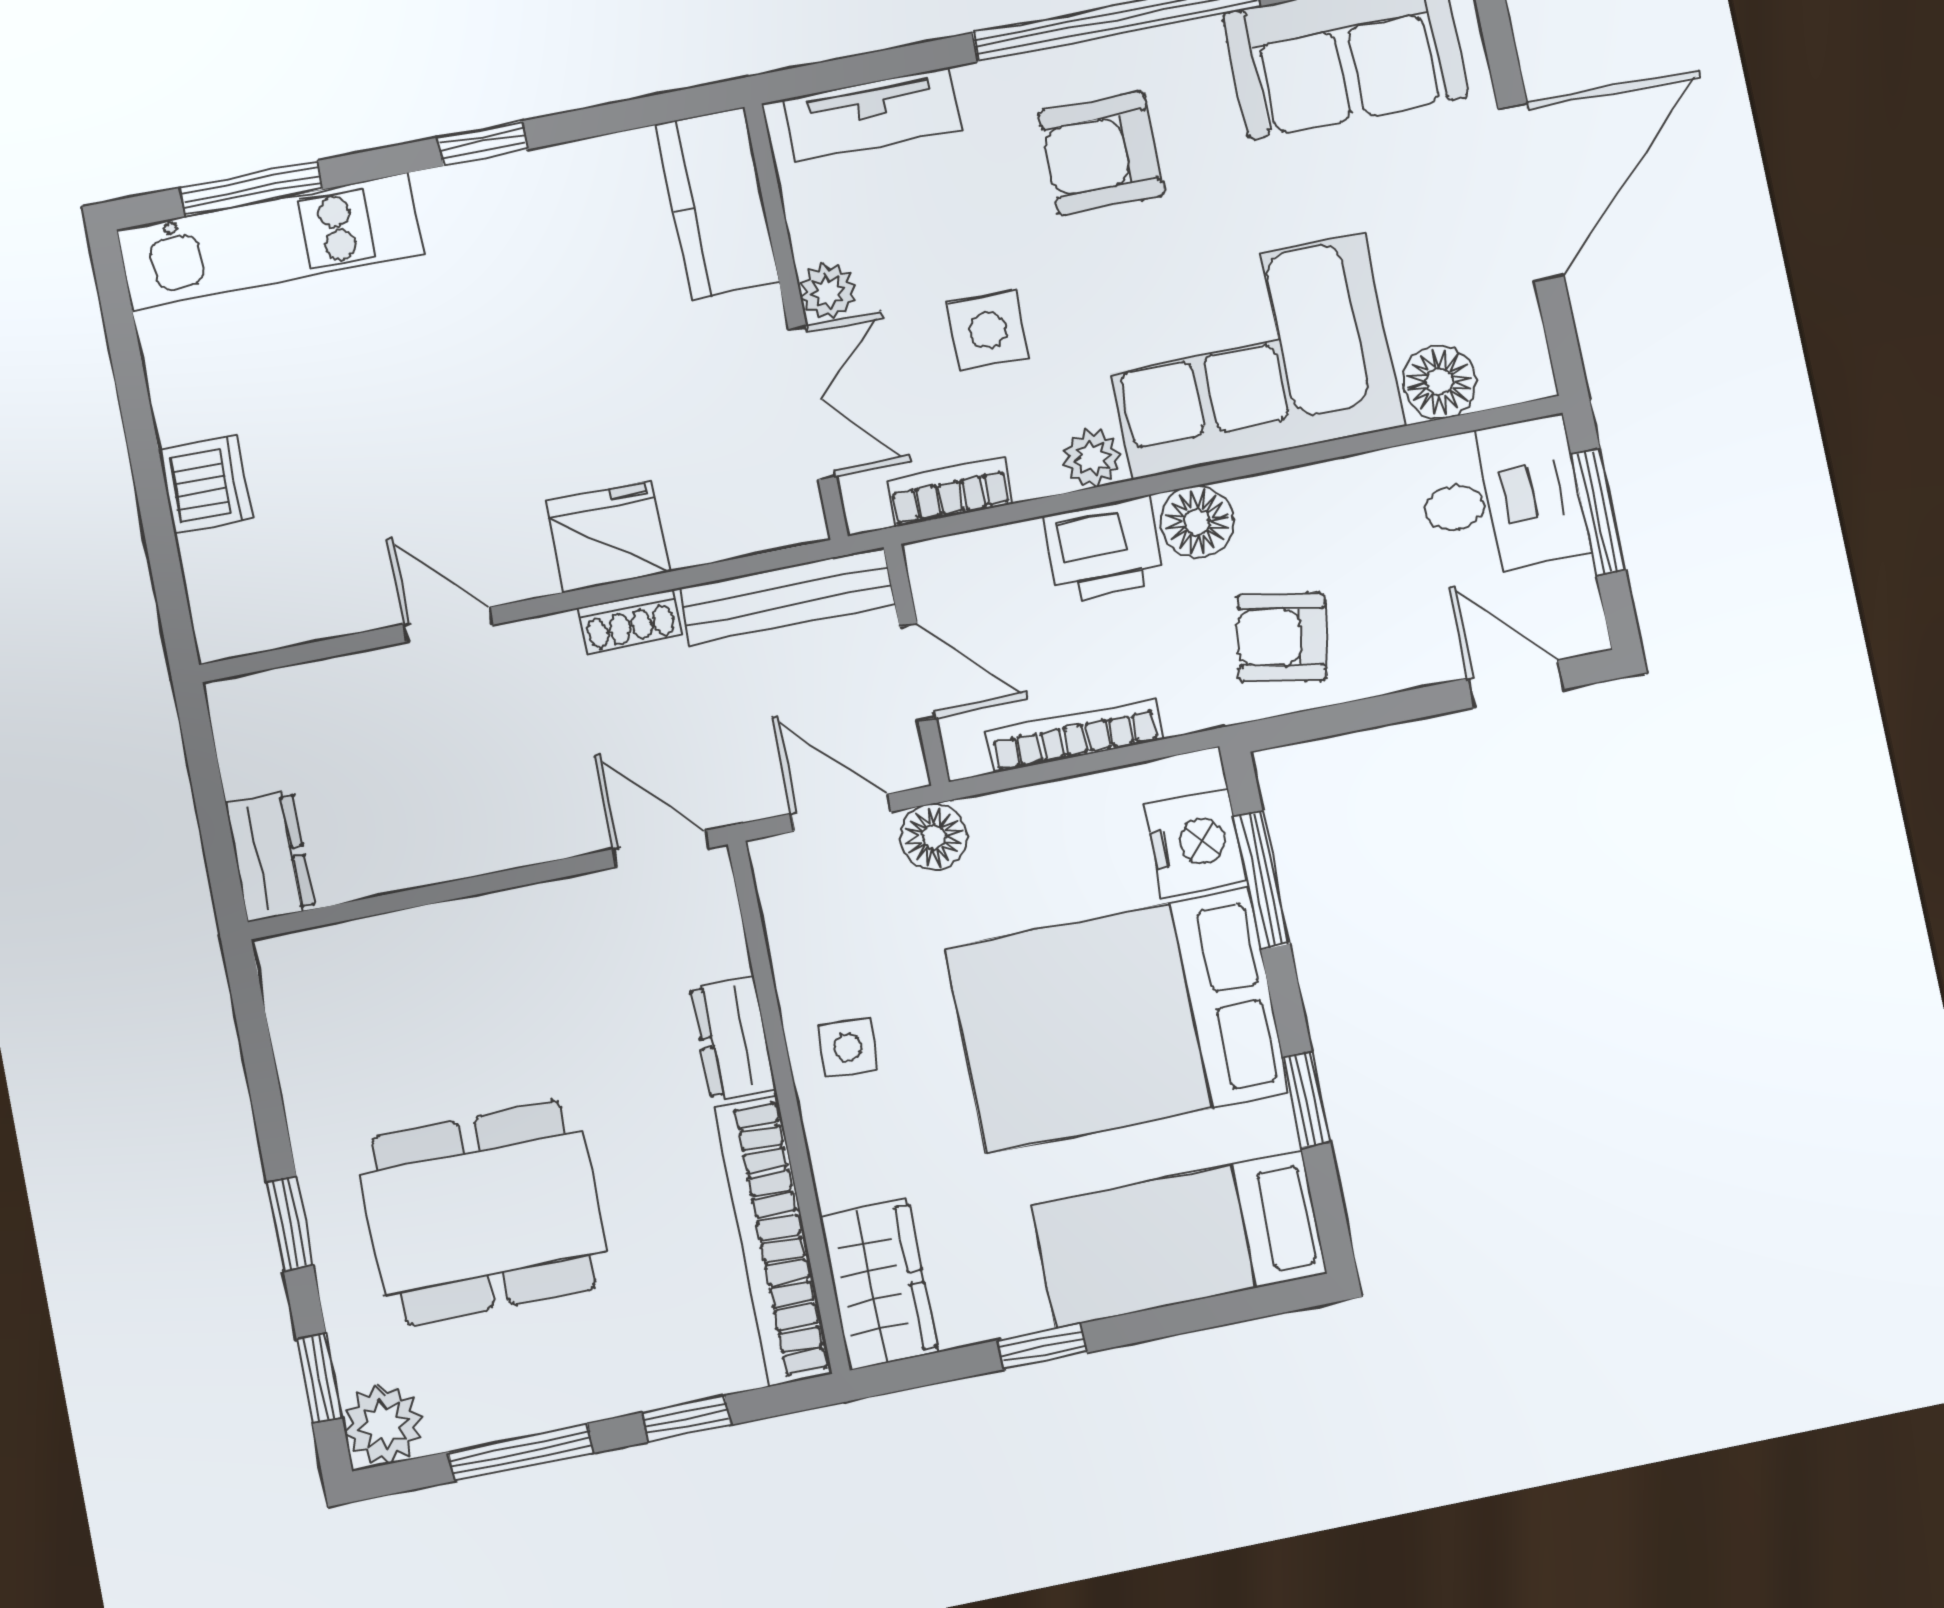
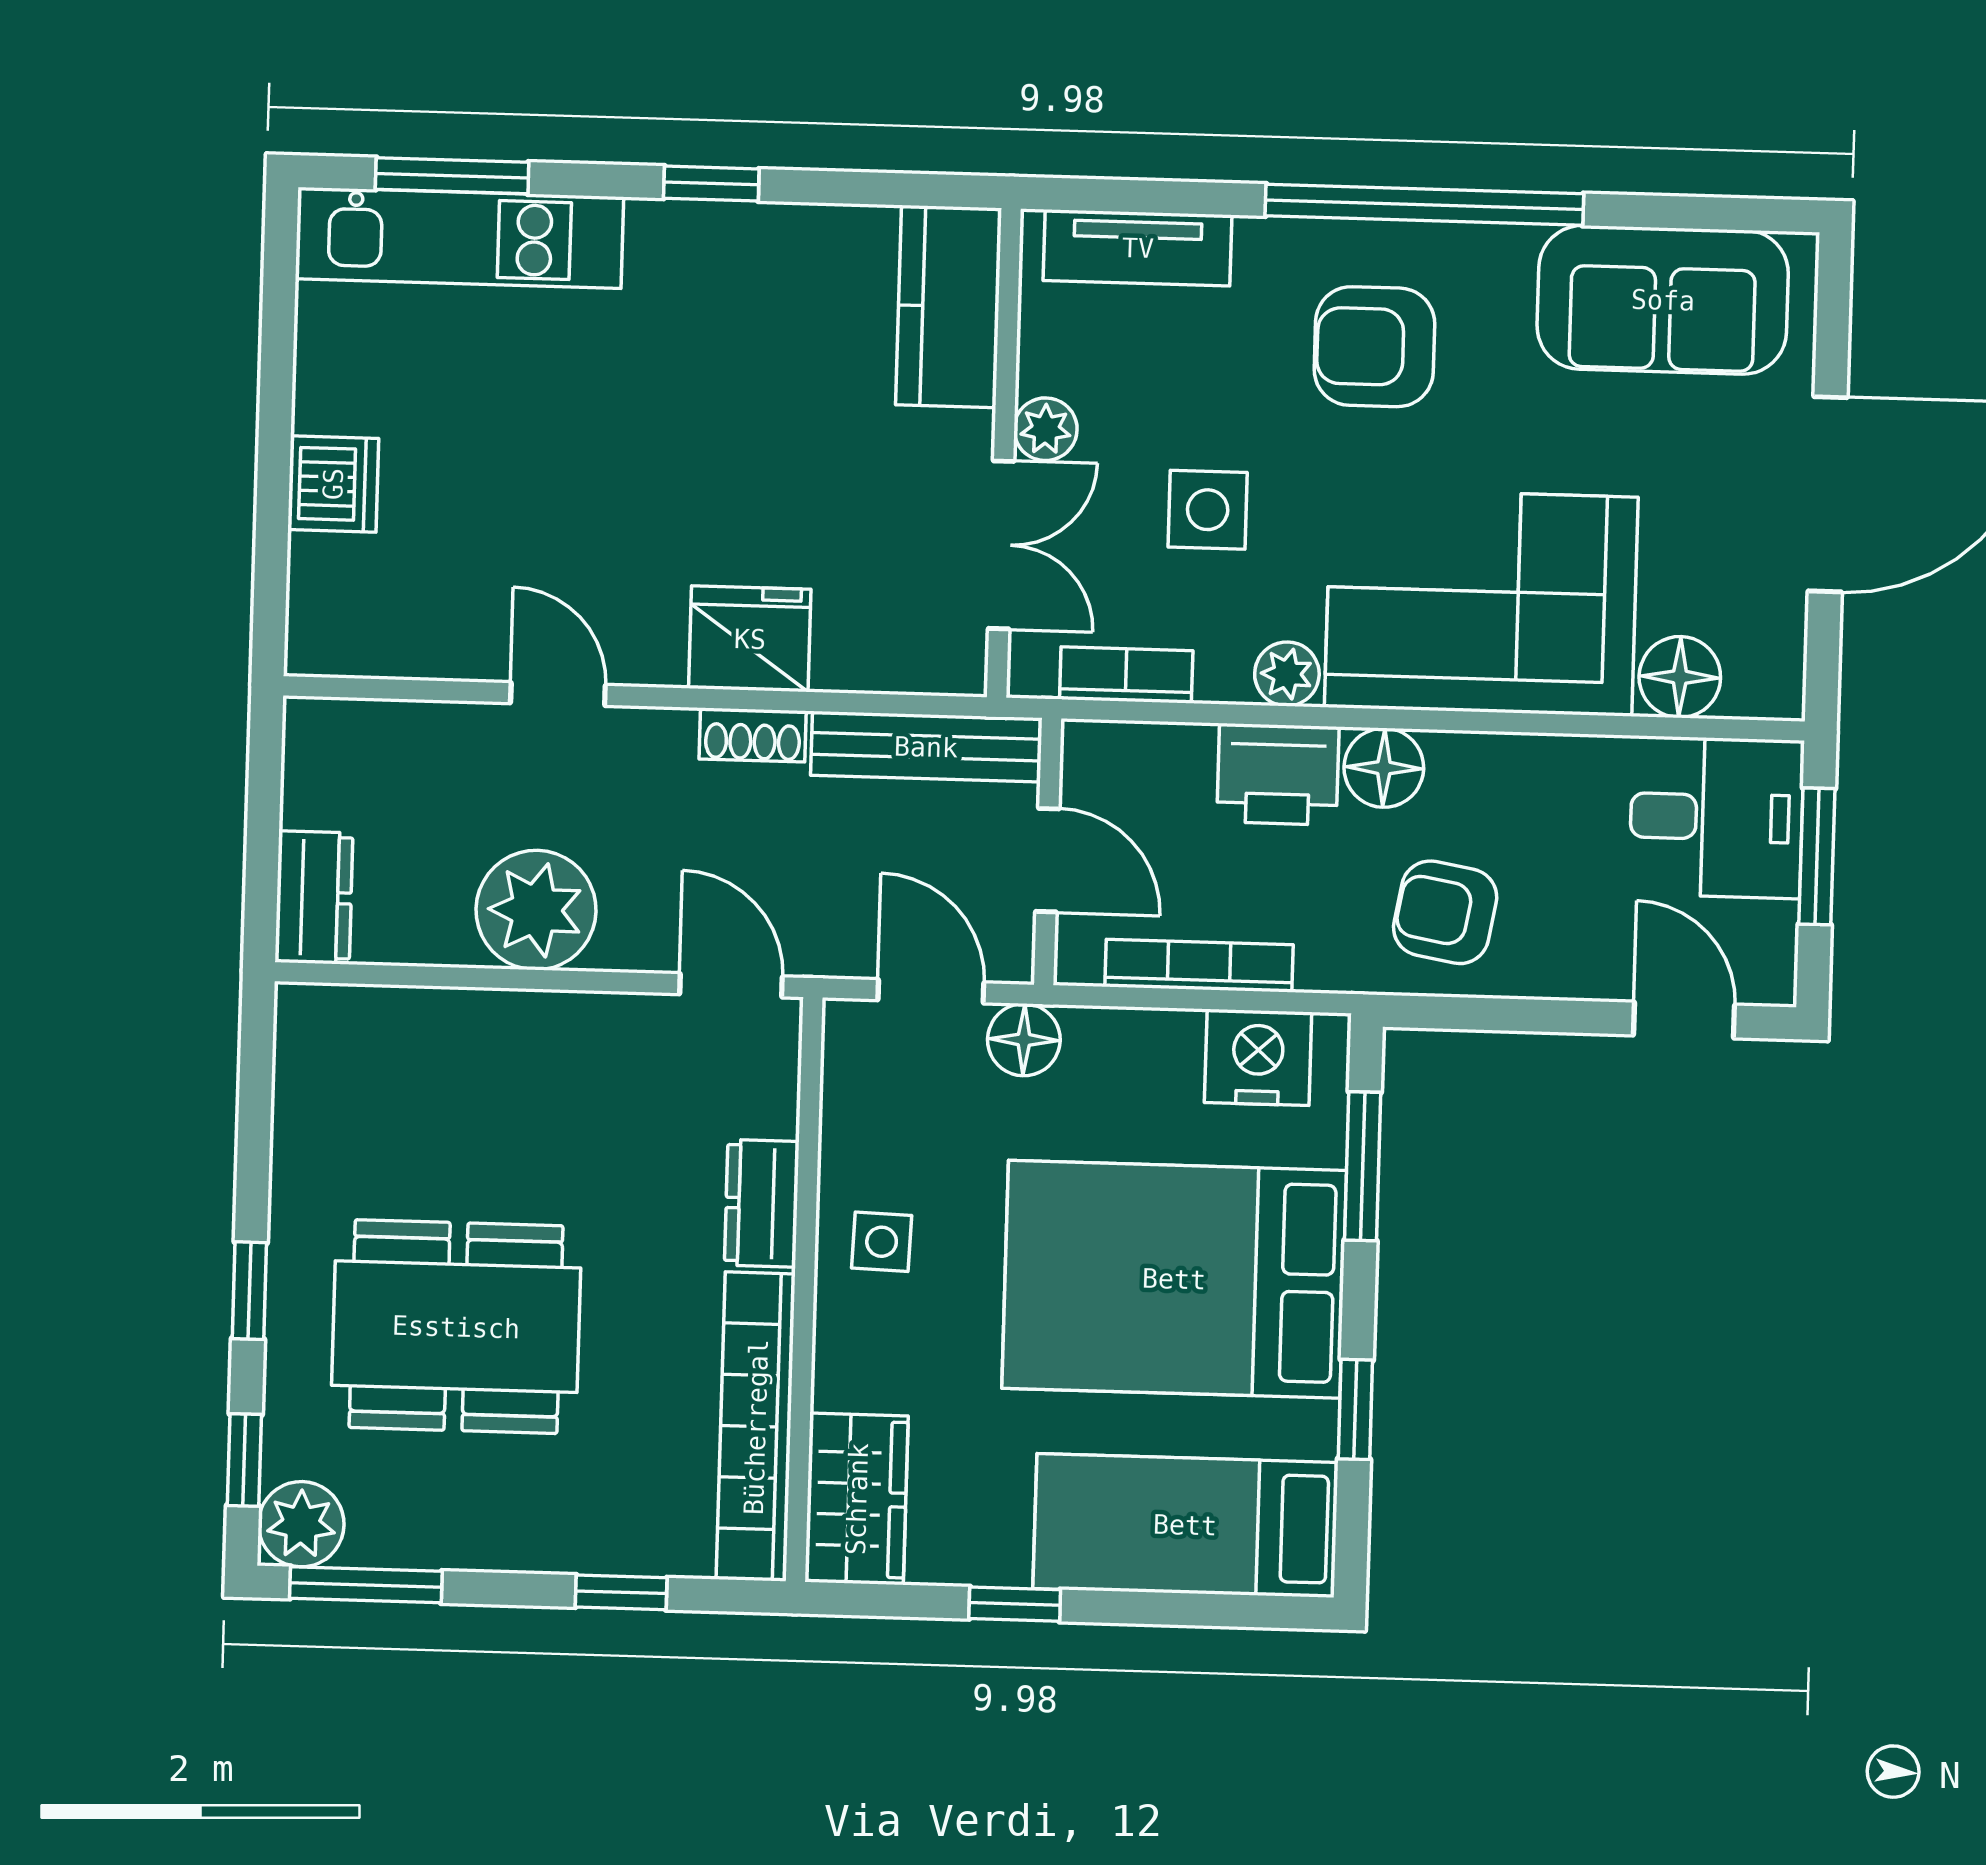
plant: (472, 822) -> (536, 910), added
nightstand: (1196, 843) -> (1258, 1057), moved, turned -90
window: (521, 1452) -> (366, 1585), moved

